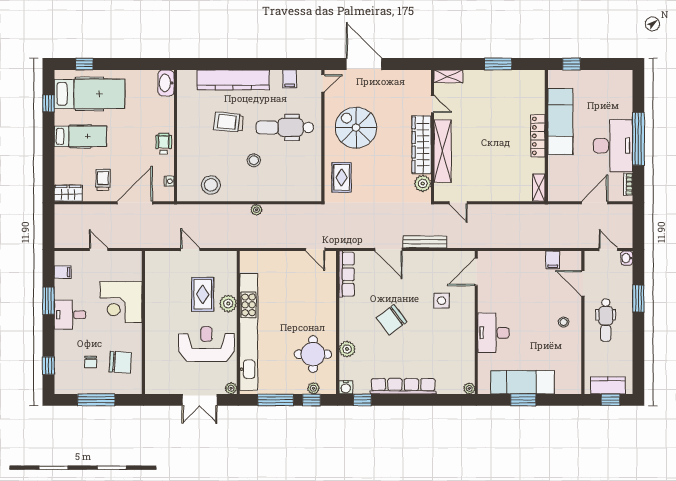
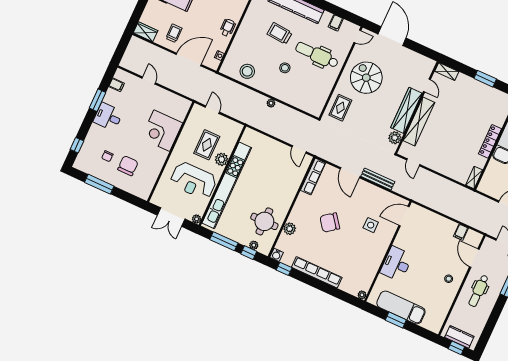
corner desk: (121, 302) -> (162, 131), moved
wall: (143, 322) -> (171, 152), moved
reception desk: (206, 344) -> (193, 181), turned 180
chair: (120, 362) -> (128, 166), turned -94

